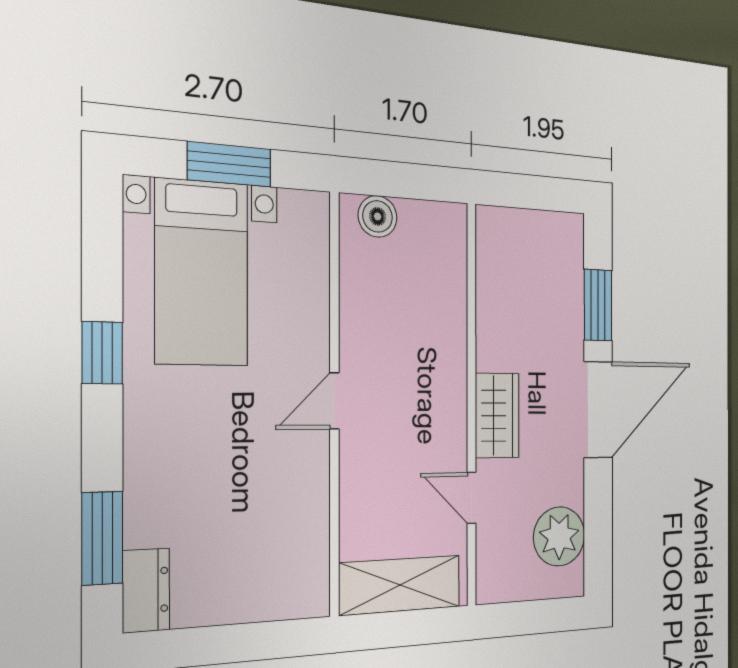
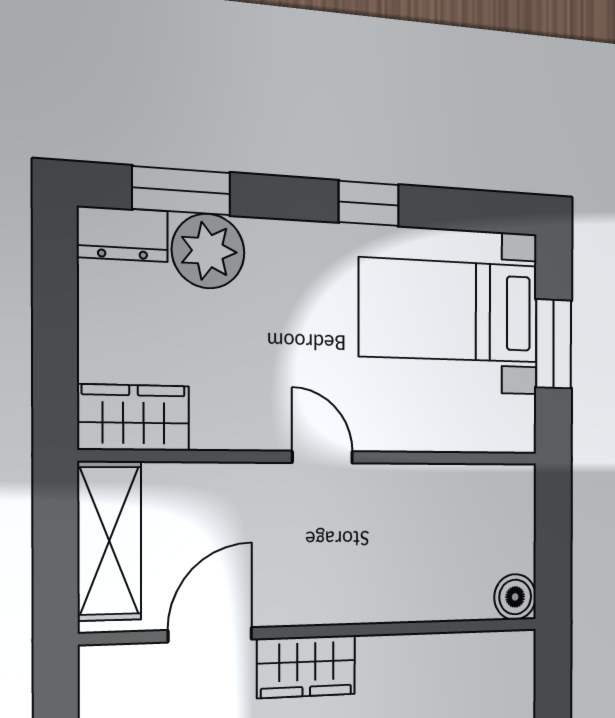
boiler: (378, 216) -> (515, 597), moved
door: (472, 498) -> (210, 635), width x1.38
plant: (157, 511) -> (208, 251), added
wardrobe: (304, 571) -> (134, 418), added

